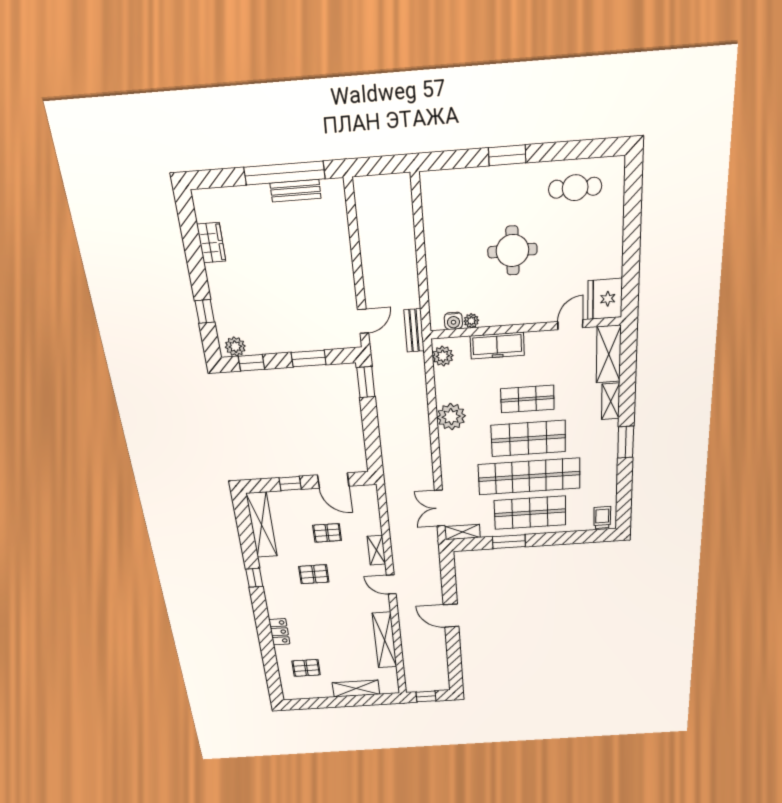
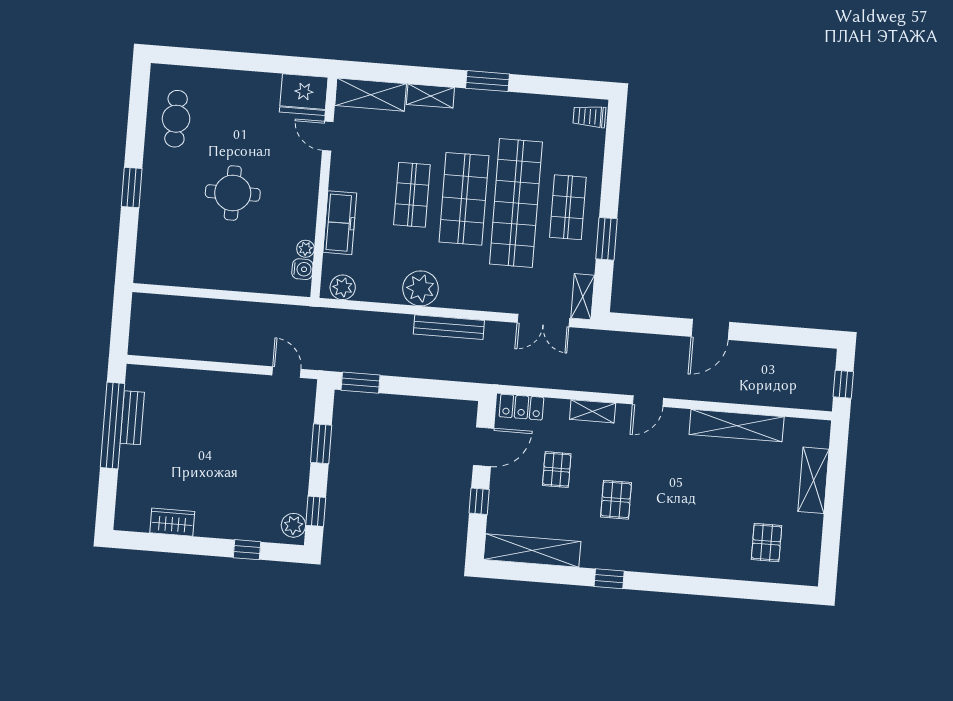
bench: (414, 330) -> (449, 327), moved, width x1.36
shop shelf: (530, 513) -> (568, 207), width x0.70, depth x0.74
locker: (279, 632) -> (521, 407), moved, turned 180

